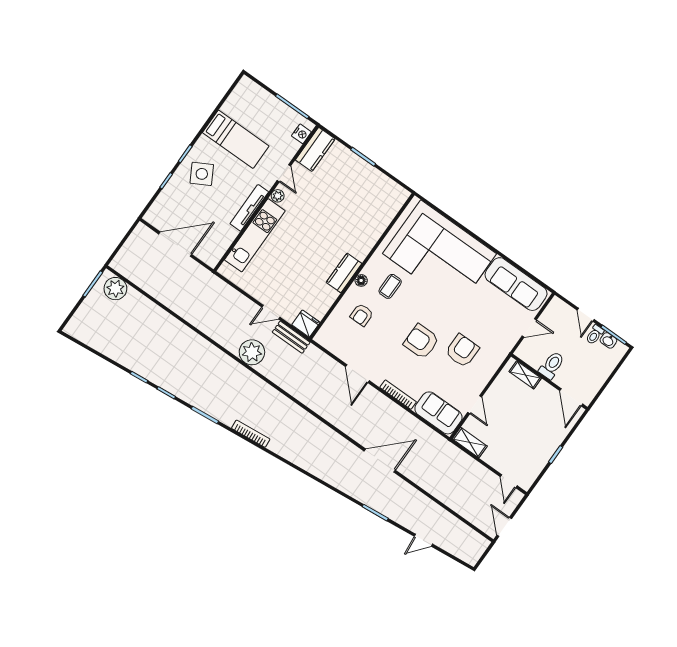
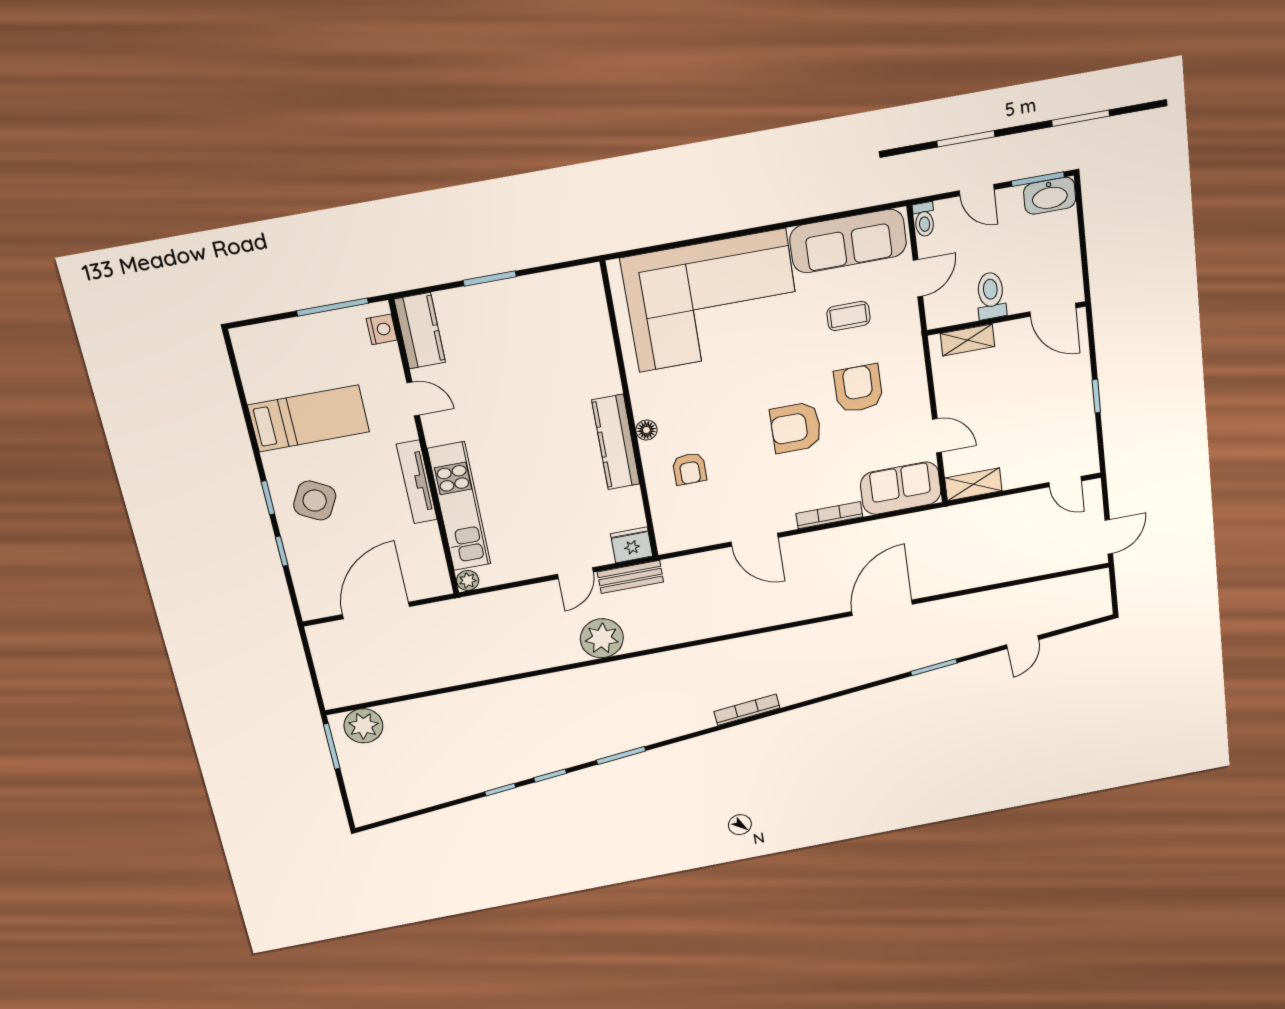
side table: (202, 174) -> (315, 501), turned -33
plant: (278, 196) -> (468, 580), moved
kitchen counter: (344, 273) -> (616, 442), width x1.50
coffee table: (390, 286) -> (848, 316), moved, turned 90
toilet: (595, 335) -> (924, 220), moved
washbasin: (608, 340) -> (1050, 196), width x1.91, depth x1.45
bookcase: (251, 434) -> (747, 710), moved
door: (504, 527) -> (1109, 537), swing flipped

